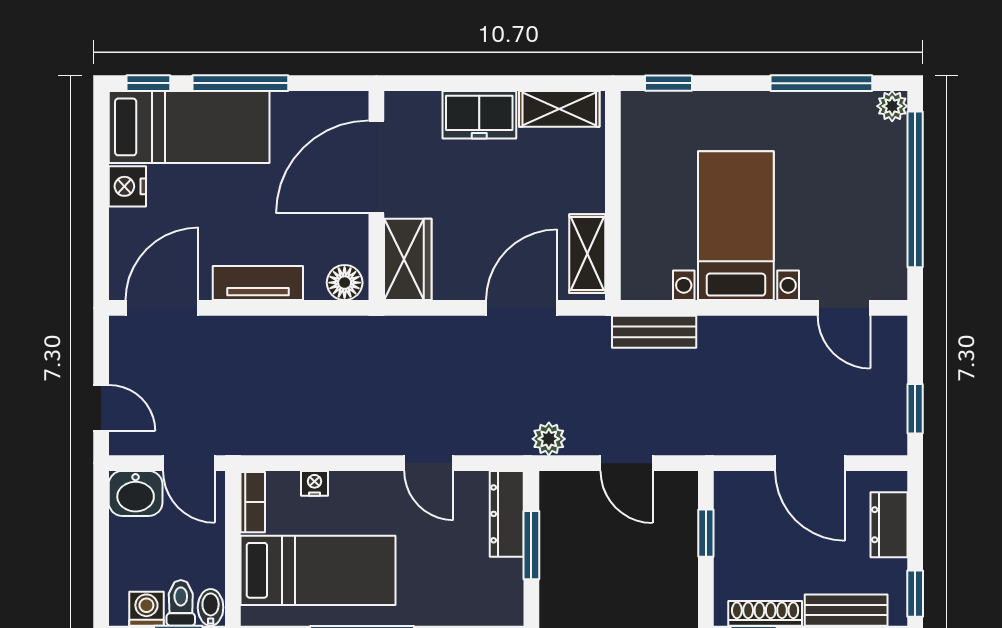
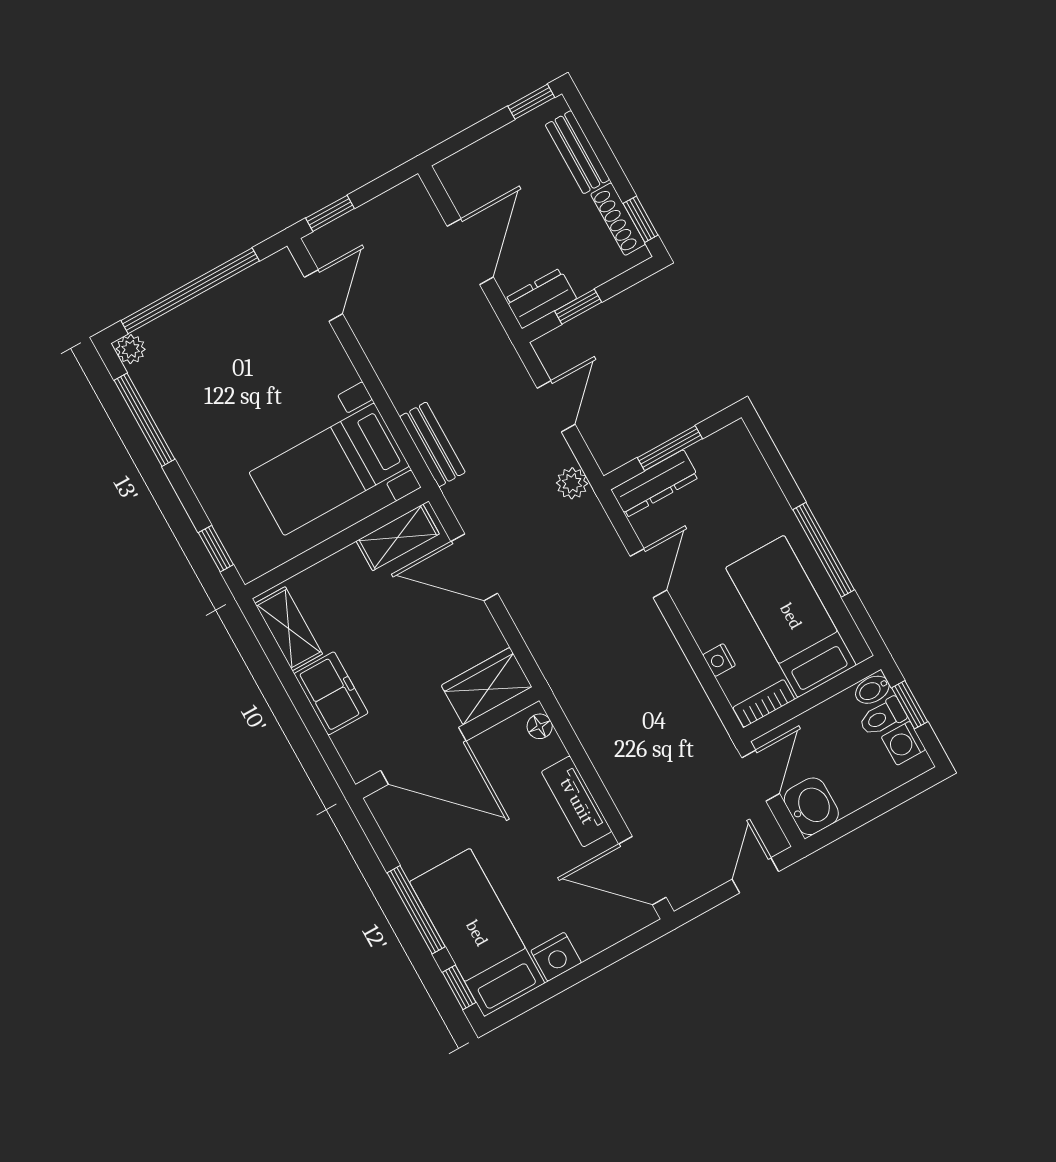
bed with nightstands: (736, 226) -> (329, 469), moved
floor lamp: (345, 283) -> (540, 726), width x0.73, depth x0.73
window: (915, 409) -> (330, 213), moved
dresser: (889, 525) -> (541, 298), moved, turned 180

